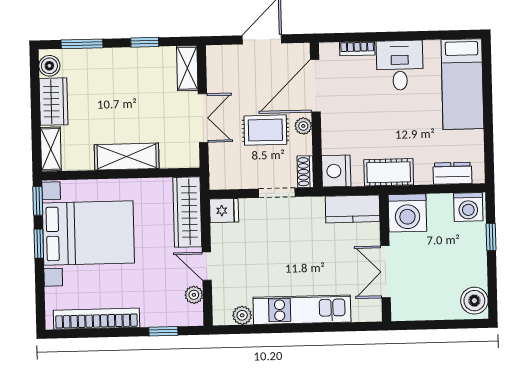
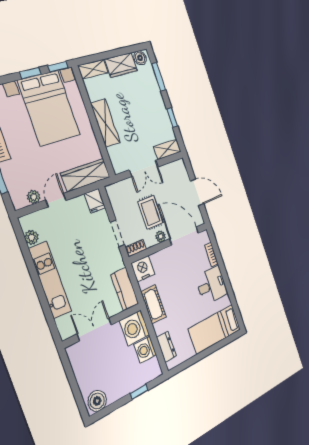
washing machine: (468, 207) -> (145, 350), moved

